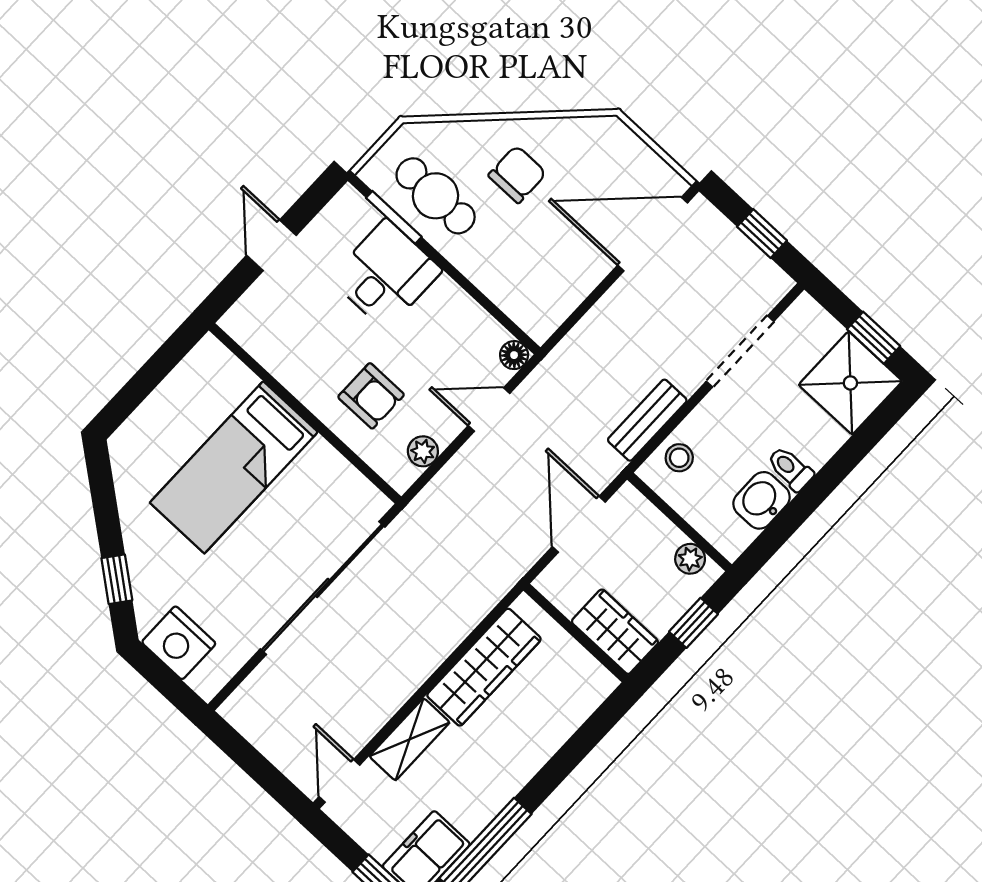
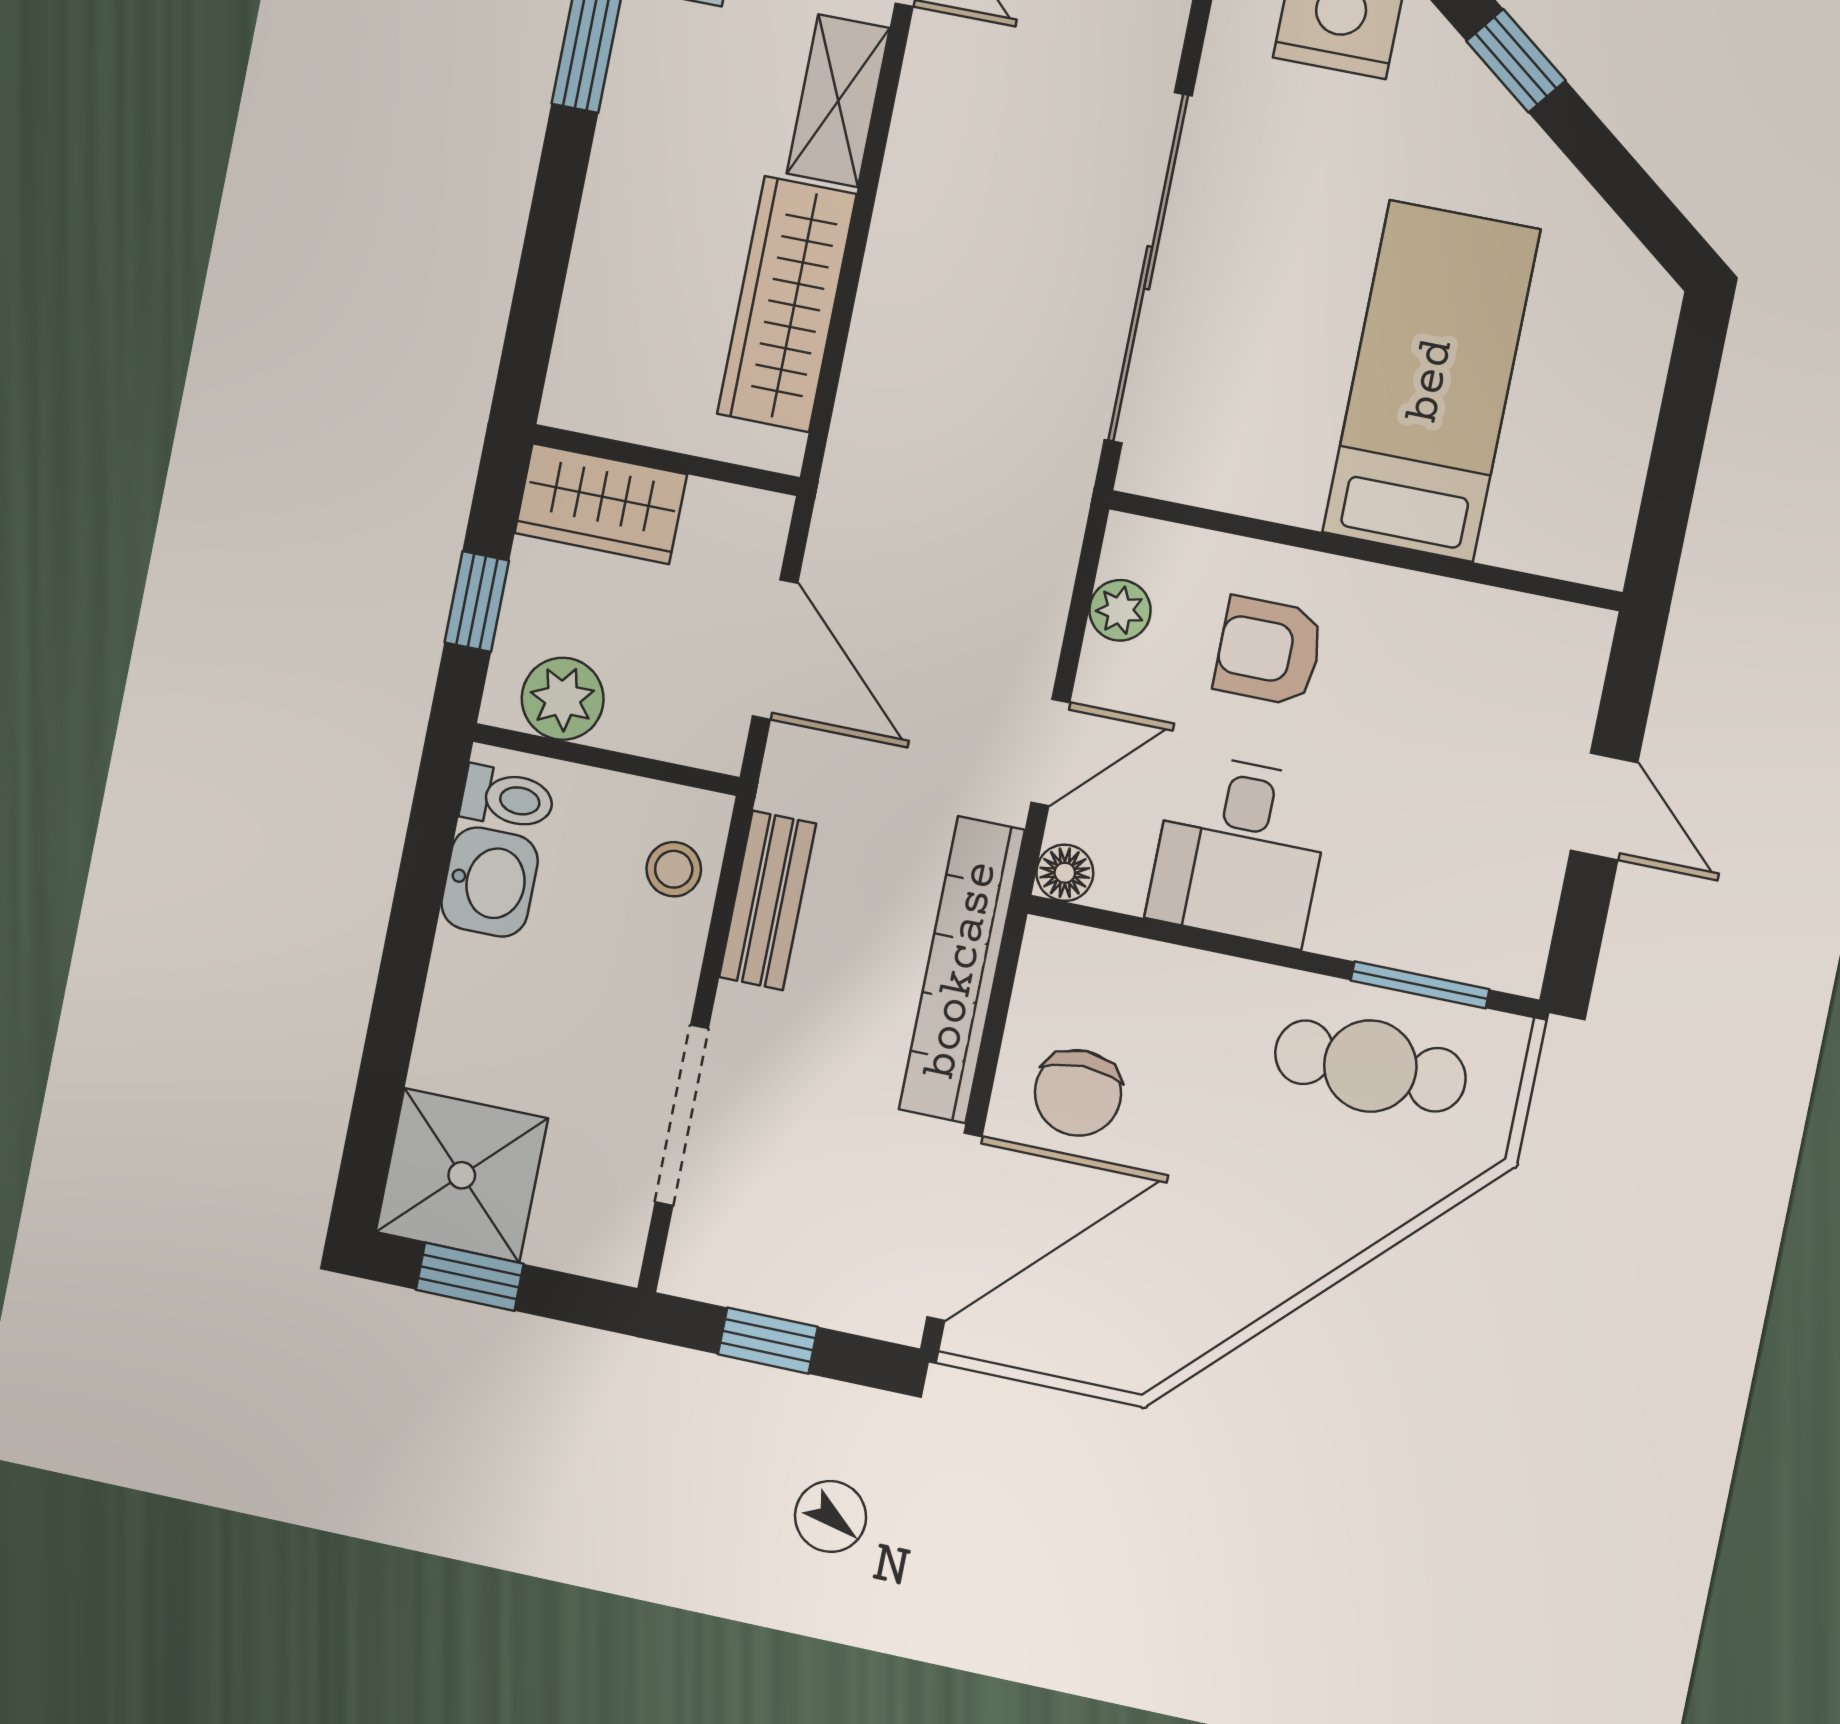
chair: (517, 174) -> (1078, 1093), moved
desk: (386, 274) -> (1240, 850), moved
bookcase: (583, 341) -> (962, 970), added
toilet: (790, 469) -> (508, 798), moved
plant: (690, 559) -> (563, 699), width x1.38, depth x1.38

